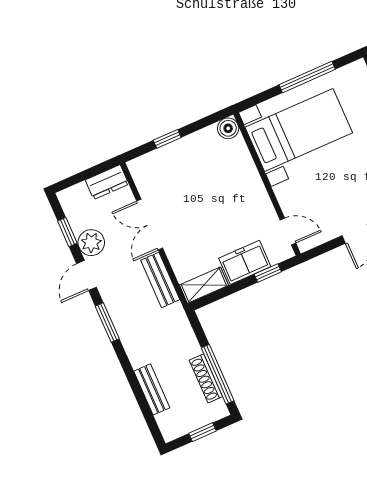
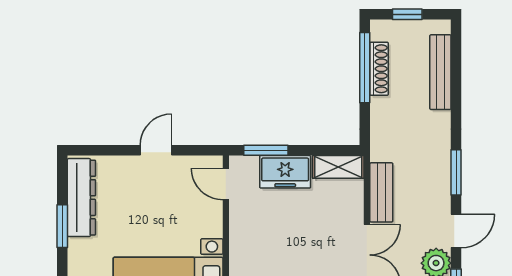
window: (268, 273) -> (266, 150), width x1.50
bench: (152, 389) -> (440, 72), width x1.36

